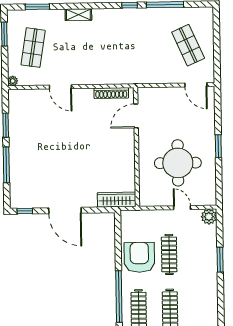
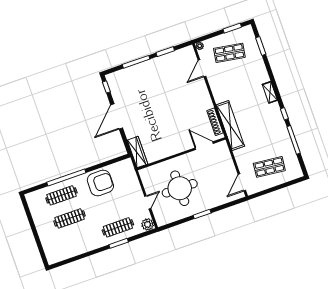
shelving: (78, 15) -> (270, 92), moved
shop shelf: (188, 45) -> (269, 167), turned 30
shelving: (122, 76) -> (230, 125), added
door: (60, 87) -> (202, 68), moved
clothes rail: (169, 254) -> (118, 227), moved

